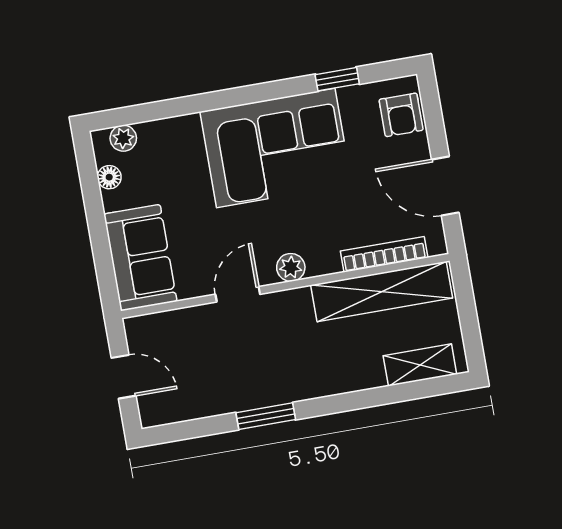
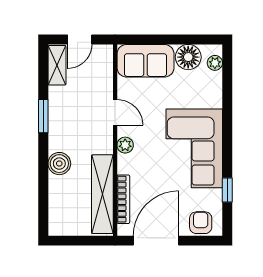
armchair: (401, 115) -> (201, 223), turned 90
floor lamp: (109, 177) -> (188, 57), width x1.89, depth x1.89
door: (445, 186) -> (156, 241), width x1.36
shelving: (420, 365) -> (57, 65), moved
boiler: (342, 375) -> (59, 164), added

